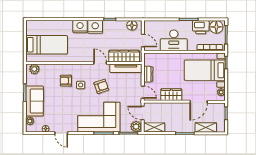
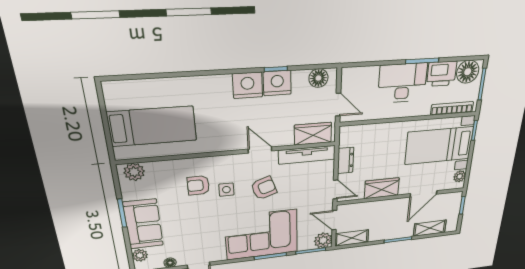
nightstand: (80, 27) -> (277, 83), moved
desk: (174, 40) -> (402, 83), moved, turned 180
wardrobe: (124, 56) -> (313, 134), width x0.67

